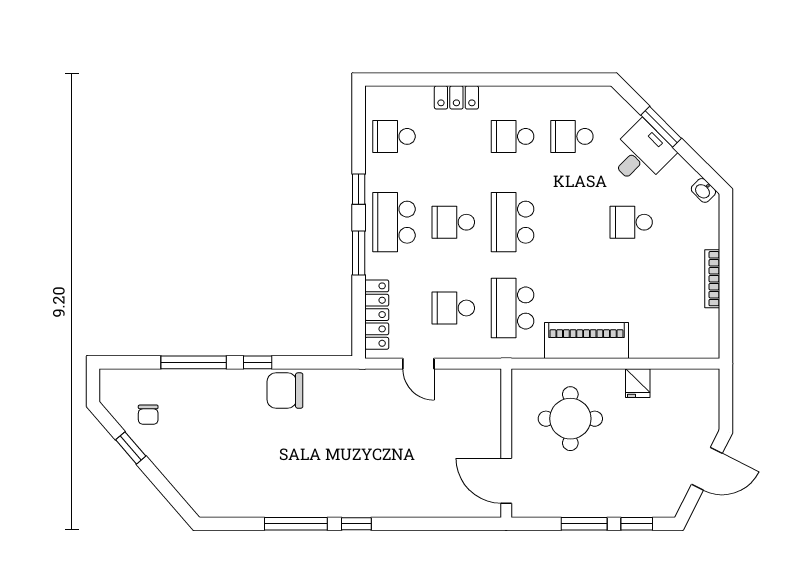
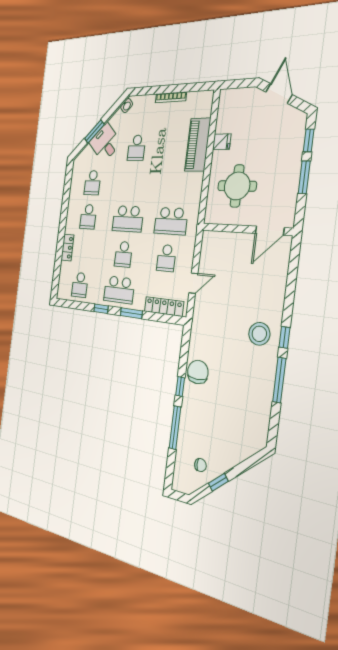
piano: (586, 341) -> (198, 145), moved
chair: (285, 391) -> (198, 372), turned 180
stool: (356, 484) -> (259, 334), added

